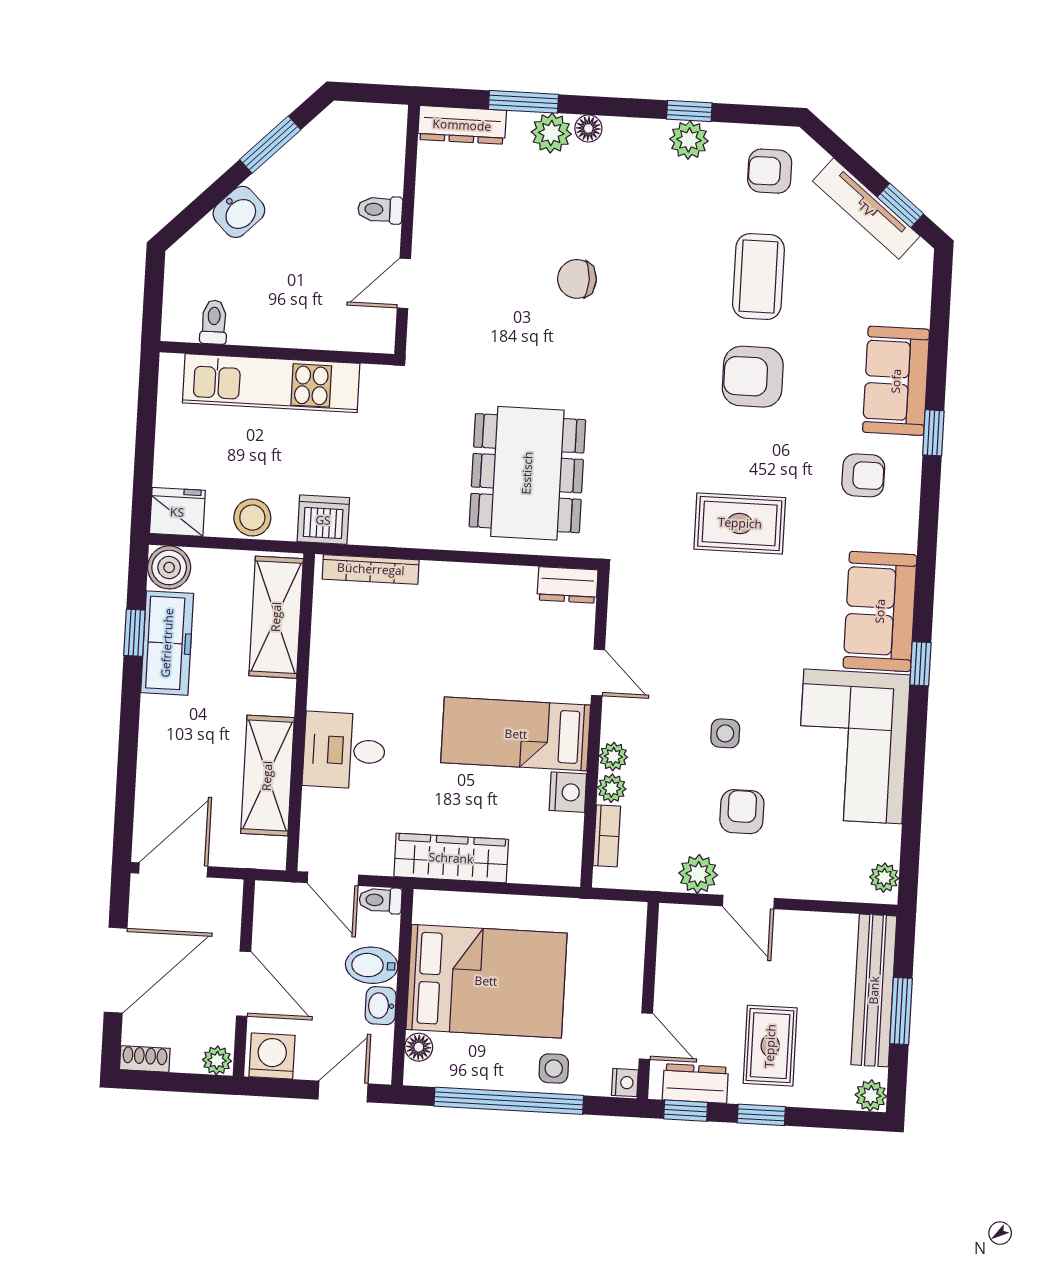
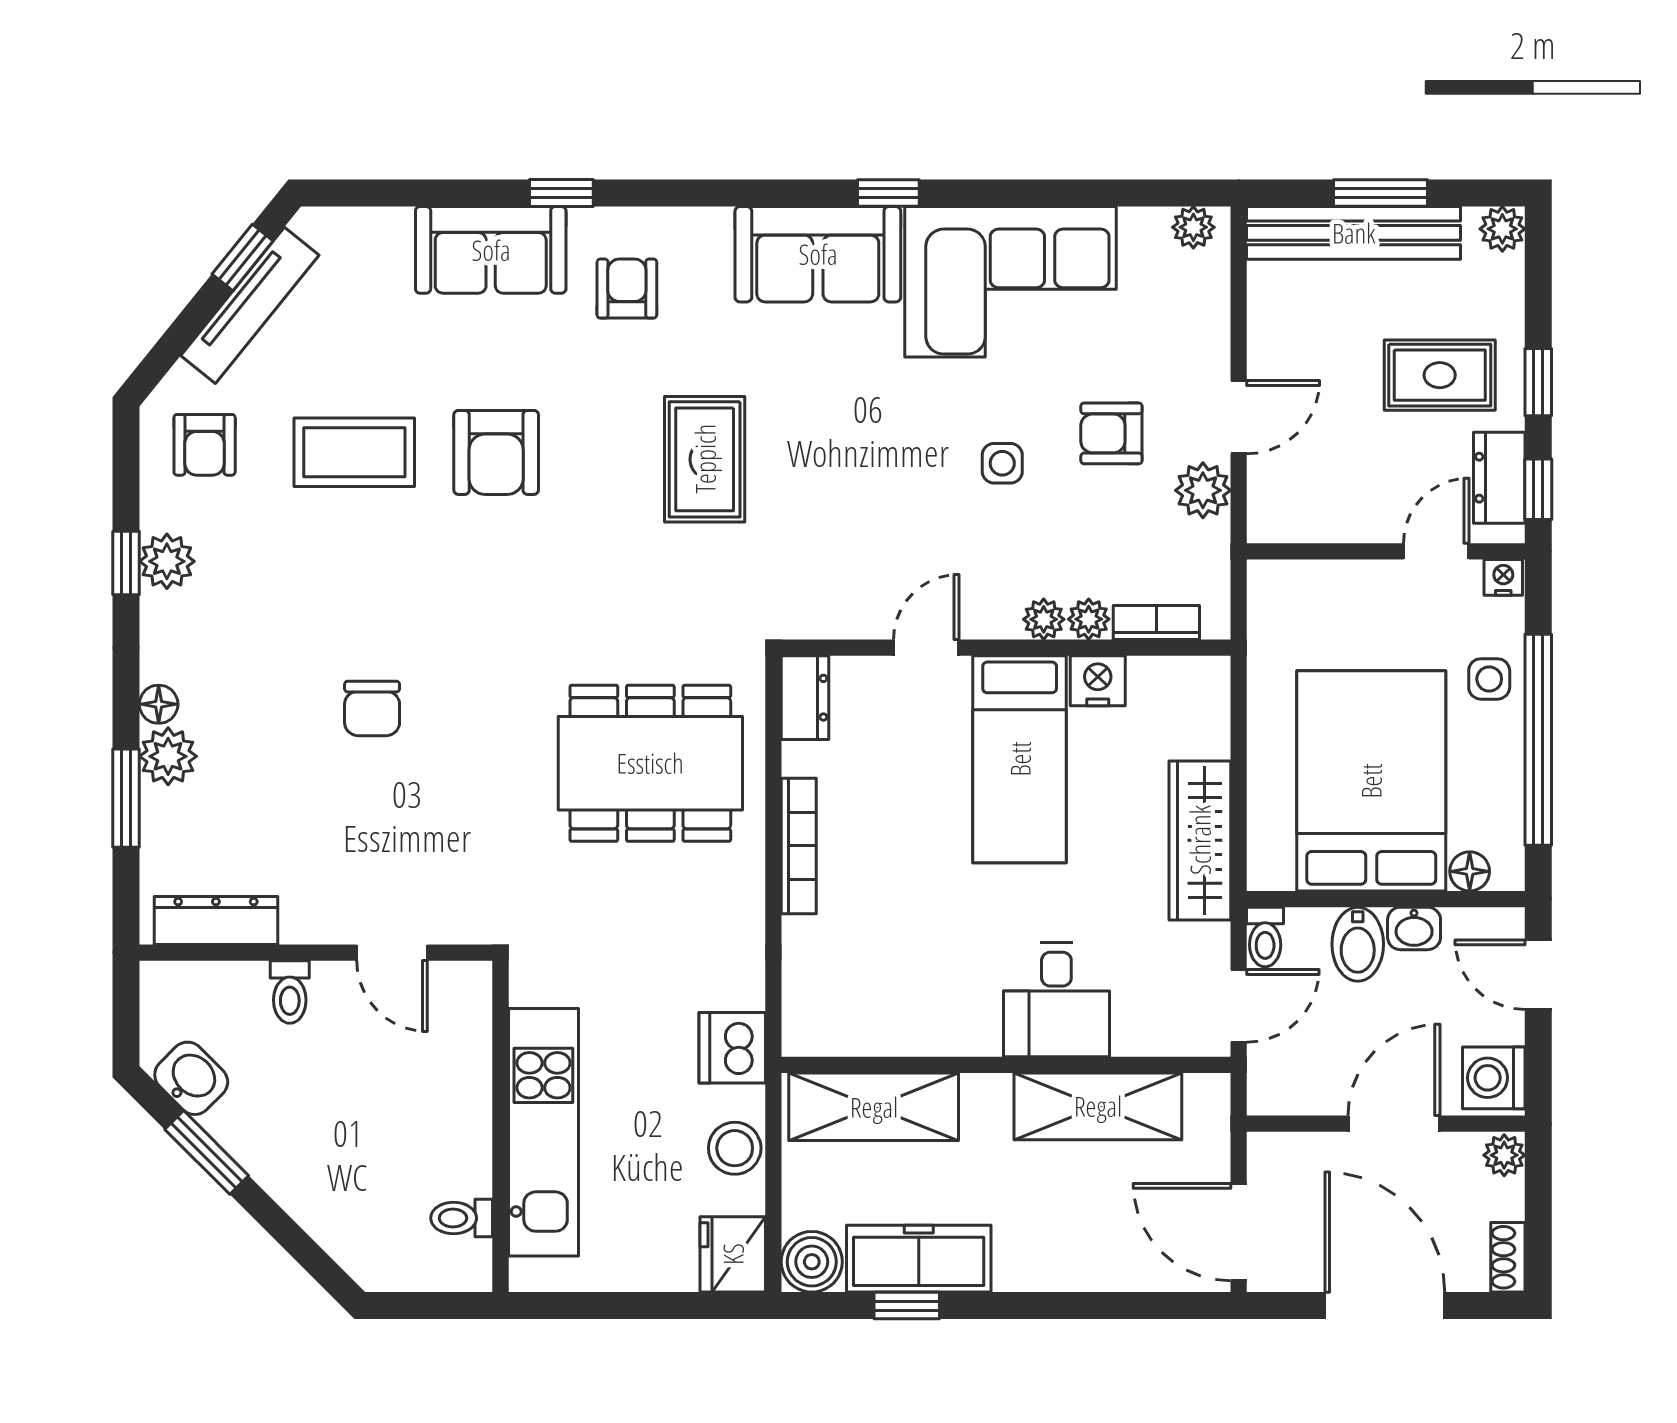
dresser: (462, 125) -> (216, 920), moved, turned -90
washbasin: (239, 212) -> (191, 1078), moved
bookcase: (371, 569) -> (799, 846), moved

